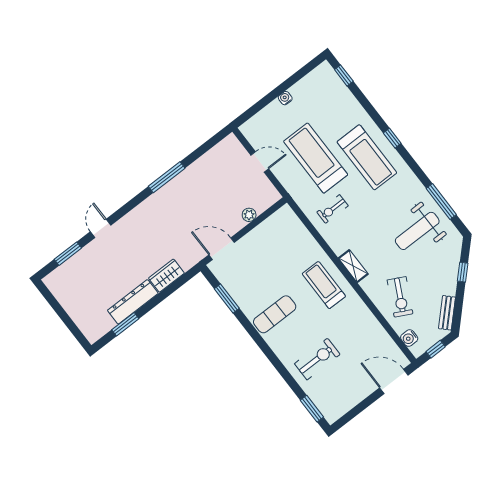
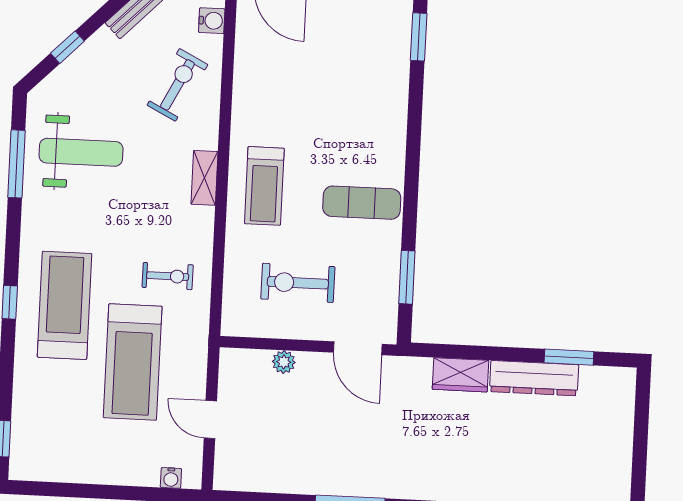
water cooler: (285, 98) -> (171, 478), moved
exercise bike: (317, 359) -> (298, 283), moved

